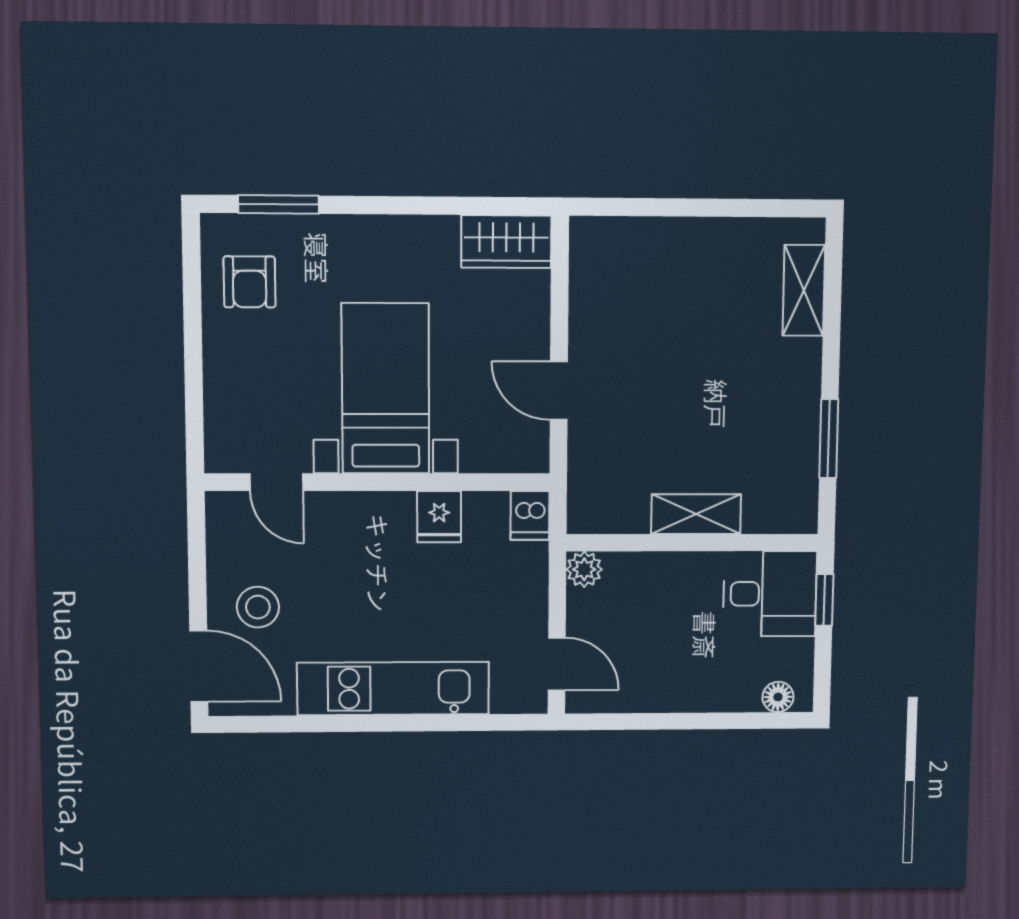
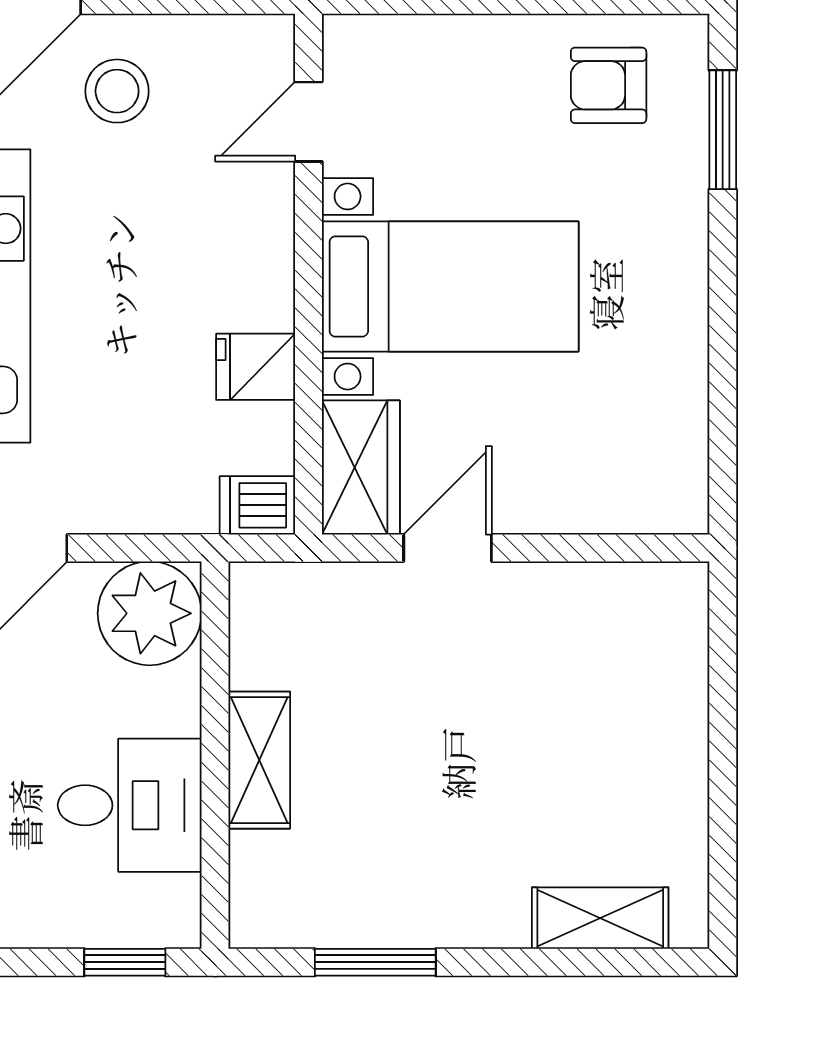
wardrobe: (506, 242) -> (361, 467), moved, turned 180
plant: (584, 569) -> (150, 613), width x1.88, depth x1.88
desk: (770, 594) -> (130, 805), moved, turned -90

